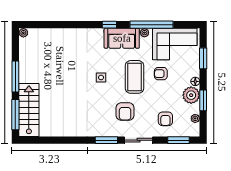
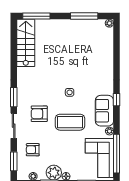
window: (151, 25) -> (117, 154), moved
armchair: (161, 74) -> (73, 146), removed
window: (15, 76) -> (84, 16), moved
stairs: (29, 110) -> (26, 43), moved, turned -90

